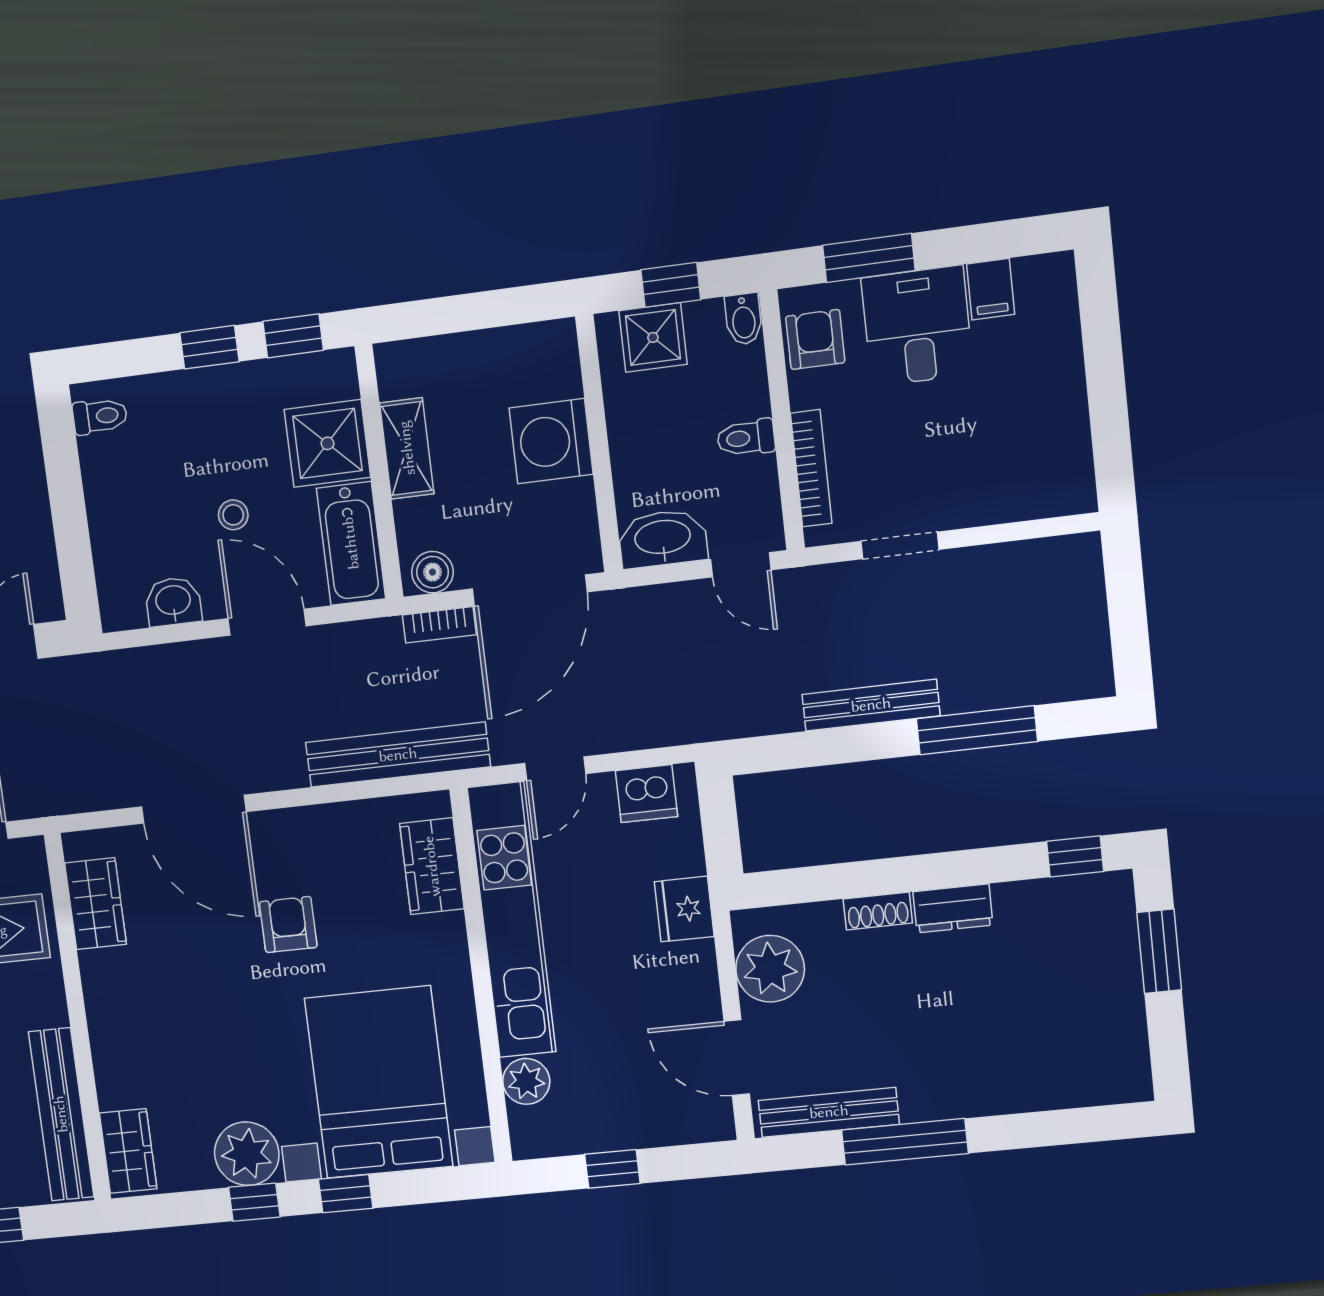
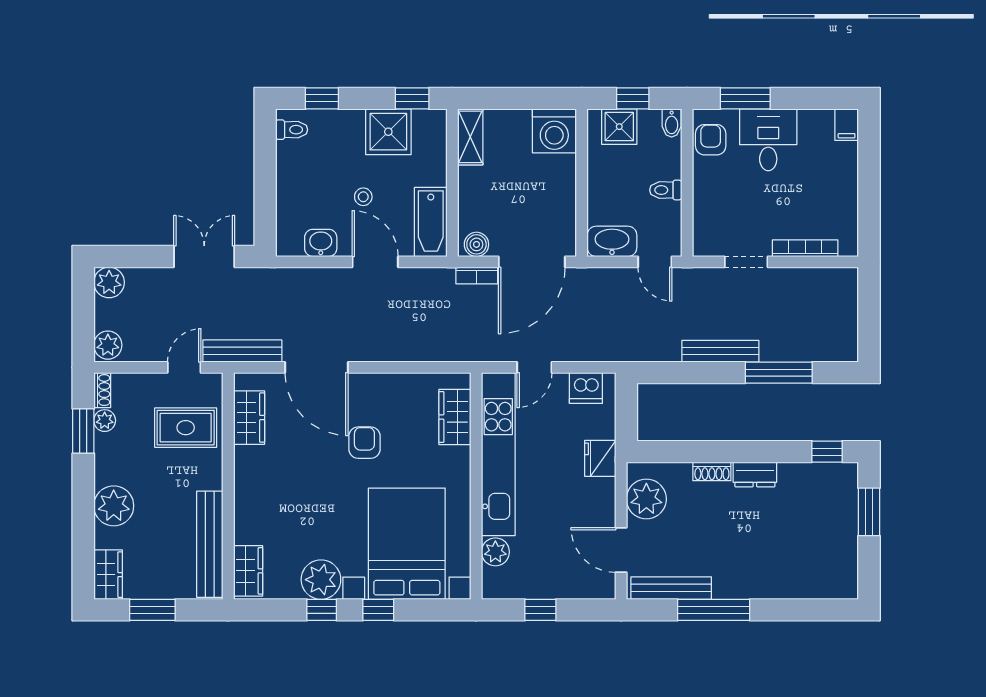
filing cabinet: (991, 289) -> (847, 125), moved
window: (209, 347) -> (322, 98), moved
washing machine: (551, 441) -> (554, 131), moved, turned -90
shower: (327, 443) -> (388, 132), moved
shelving: (407, 448) -> (470, 137), moved
bookcase: (811, 468) -> (805, 248), moved, turned -90
bench: (398, 755) -> (242, 351), moved, width x0.73, depth x0.82

